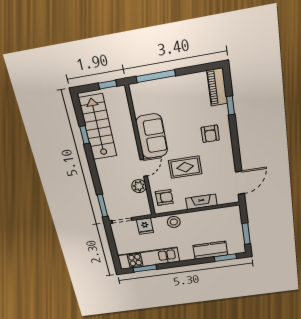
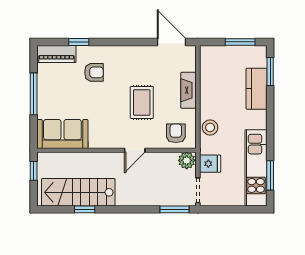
window: (156, 76) -> (34, 94), moved
armchair: (210, 134) -> (94, 72), moved
sofa: (152, 136) -> (62, 134), moved
door: (144, 168) -> (135, 150), swing flipped
plant: (139, 186) -> (187, 160), moved

